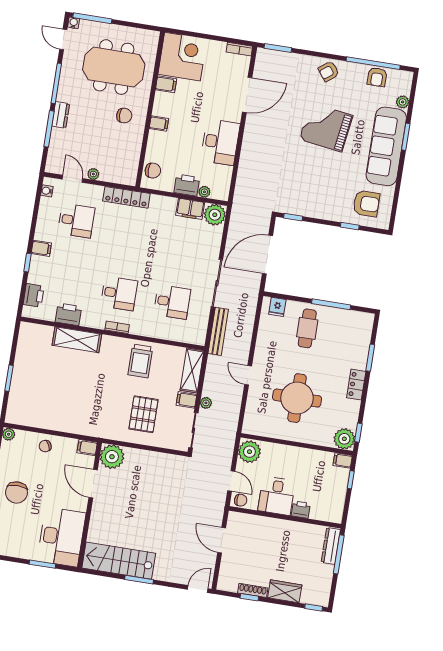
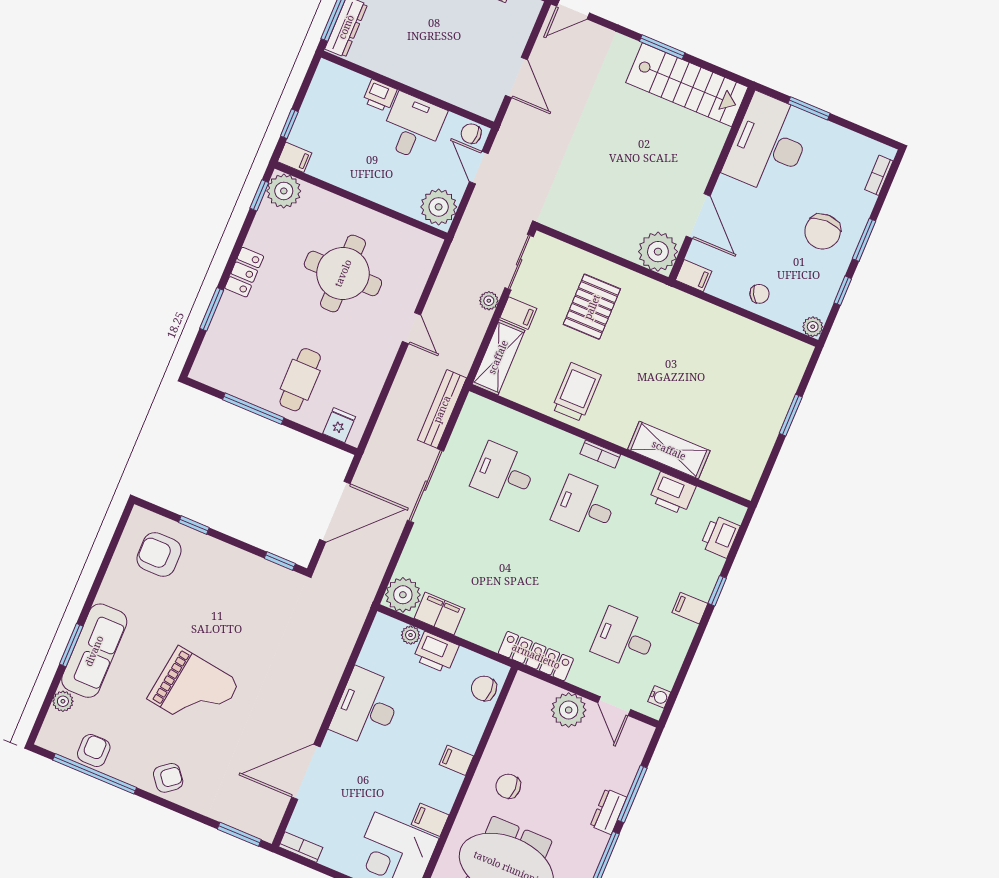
sofa: (386, 146) -> (94, 651), width x0.74, depth x0.79
plant: (93, 174) -> (569, 710), width x1.88, depth x1.88
chair: (17, 492) -> (823, 232), turned 180

